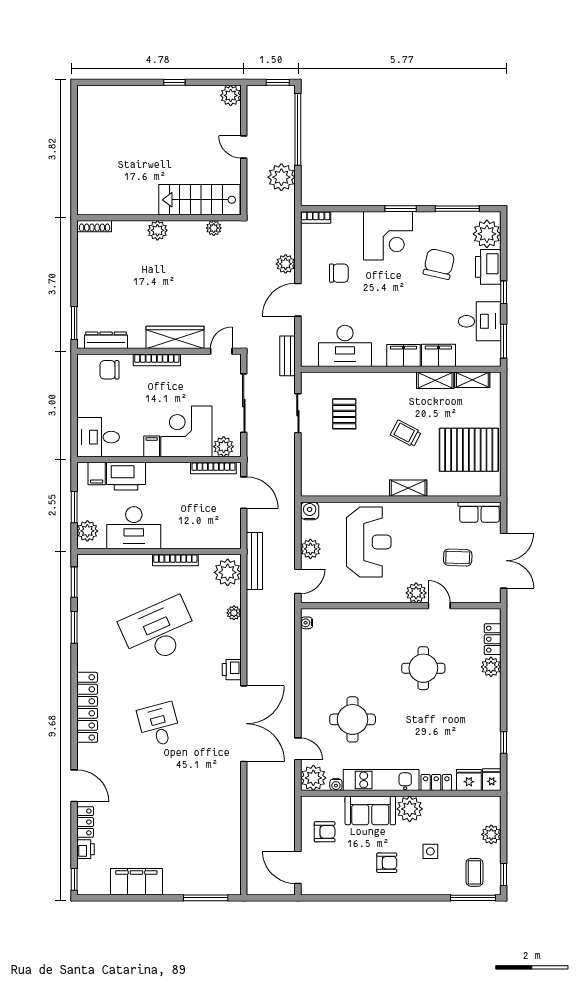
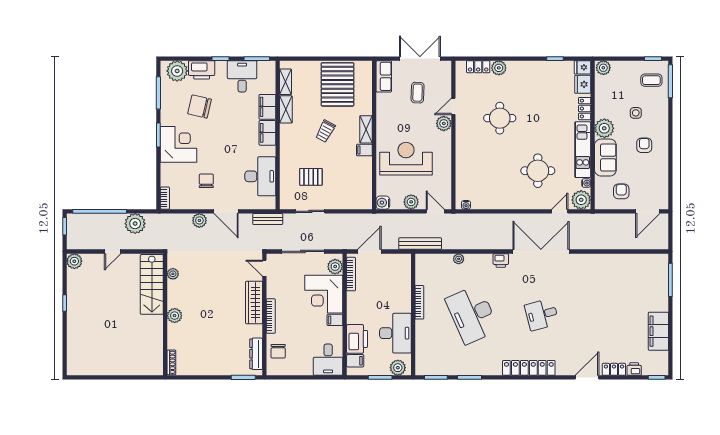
filing cabinet: (380, 486) -> (364, 150), added
plant: (228, 572) -> (429, 264), removed
plant: (491, 834) -> (603, 68), moved

